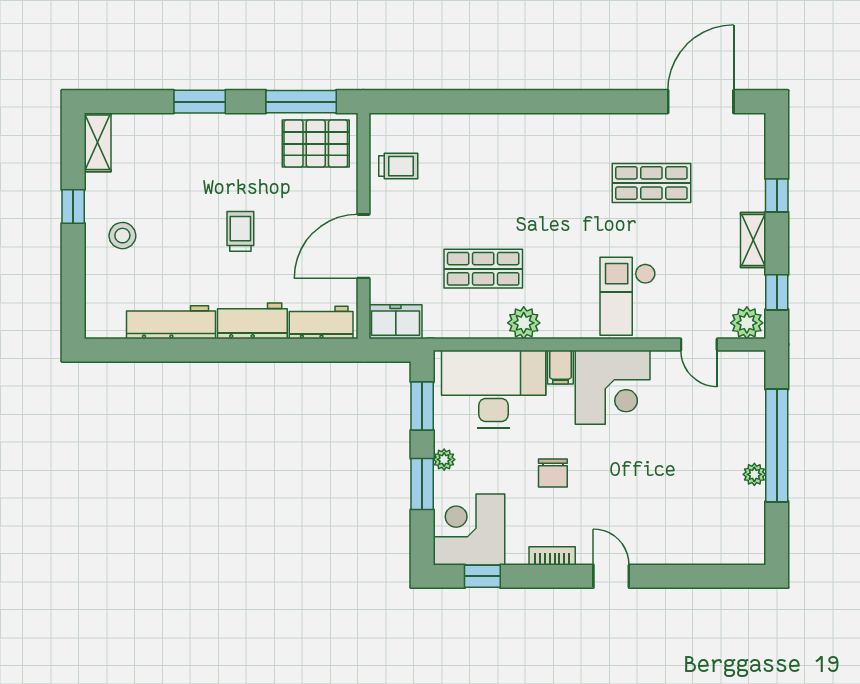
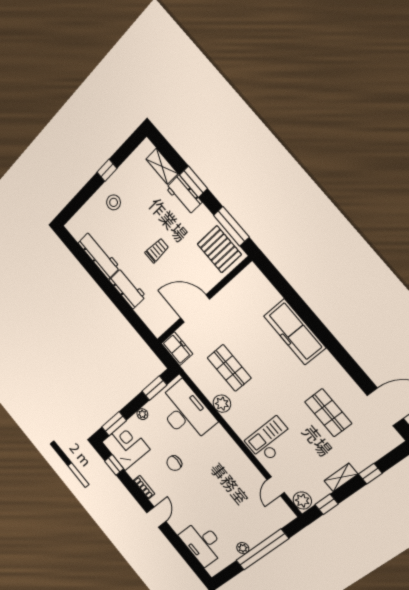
freezer: (508, 136) -> (295, 332), added
shelving: (98, 142) -> (162, 166), moved, turned 90
trolley: (398, 166) -> (240, 294), removed
workbench: (321, 323) -> (184, 195), moved, turned 180
filing cabinet: (560, 367) -> (217, 434), removed
corner desk: (613, 387) -> (228, 462), removed
window: (422, 484) -> (114, 424), moved
desk: (703, 534) -> (203, 543), added

